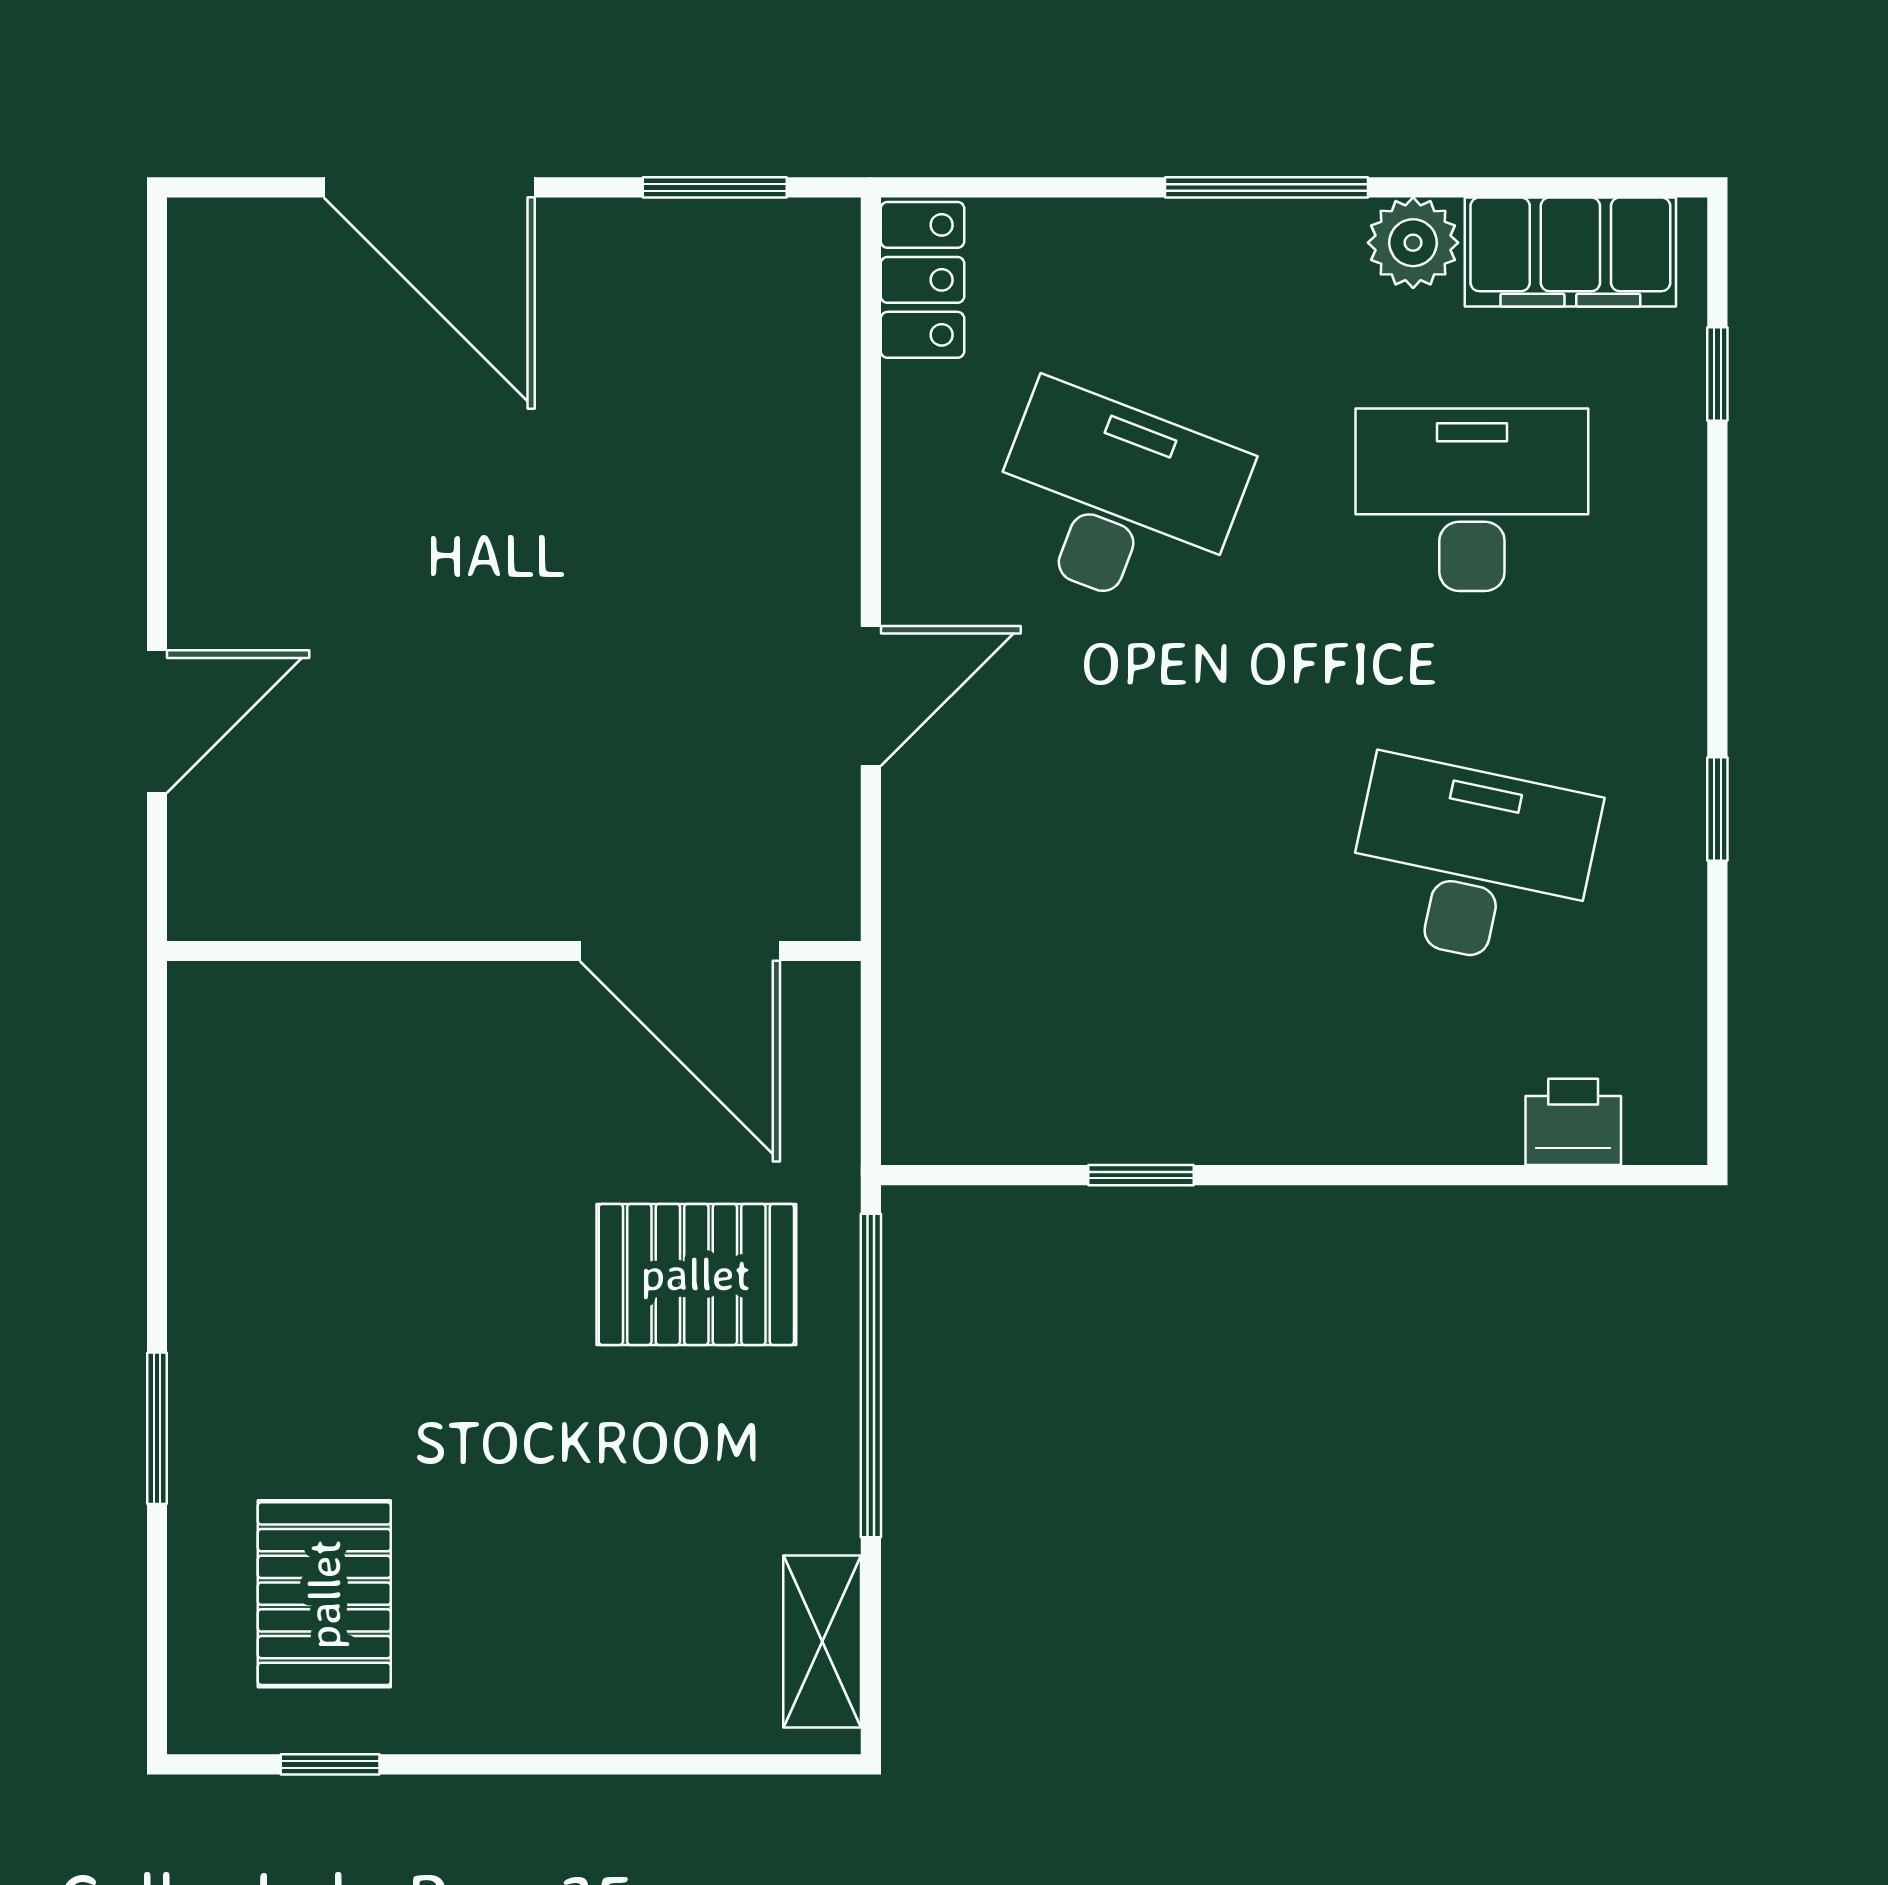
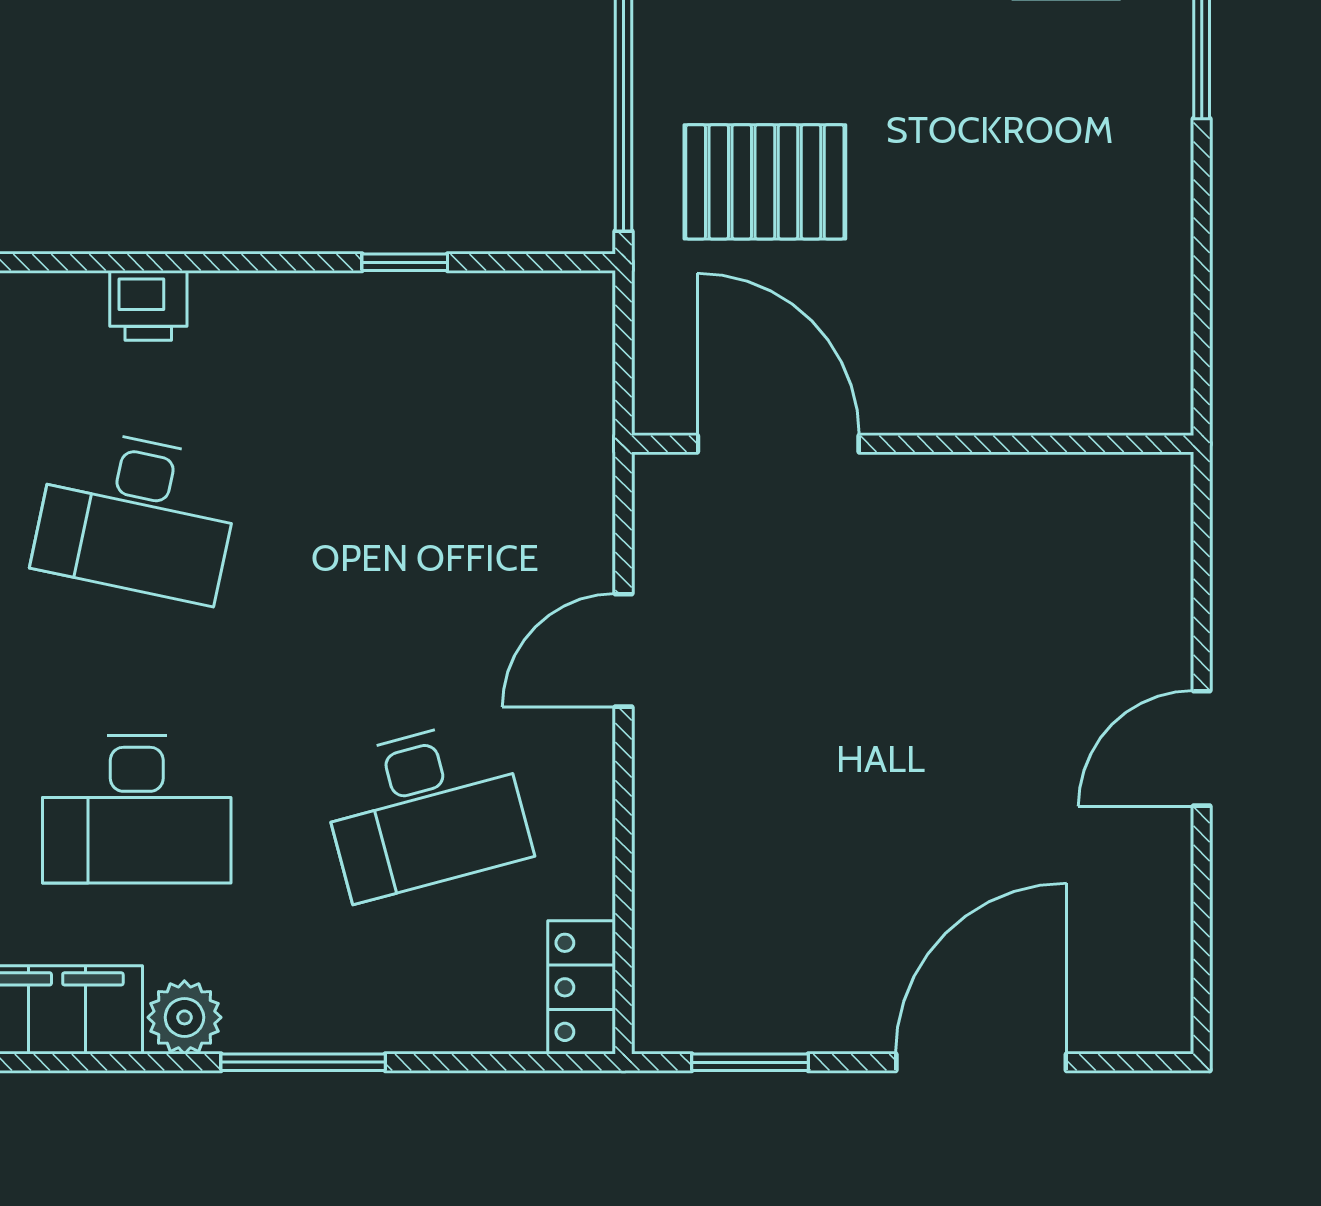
door: (429, 187) -> (981, 1062), hinge flipped
desk: (1116, 500) -> (425, 809), turned -36
door: (157, 722) -> (1202, 748), moved
printer: (1573, 1122) -> (148, 305), moved

